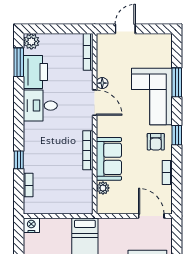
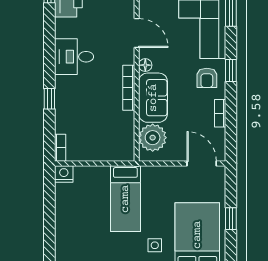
floor lamp: (102, 83) -> (145, 65), moved
desk: (40, 106) -> (74, 57), moved
bookcase: (28, 185) -> (60, 148), moved
plant: (103, 188) -> (153, 138), width x1.88, depth x1.88

